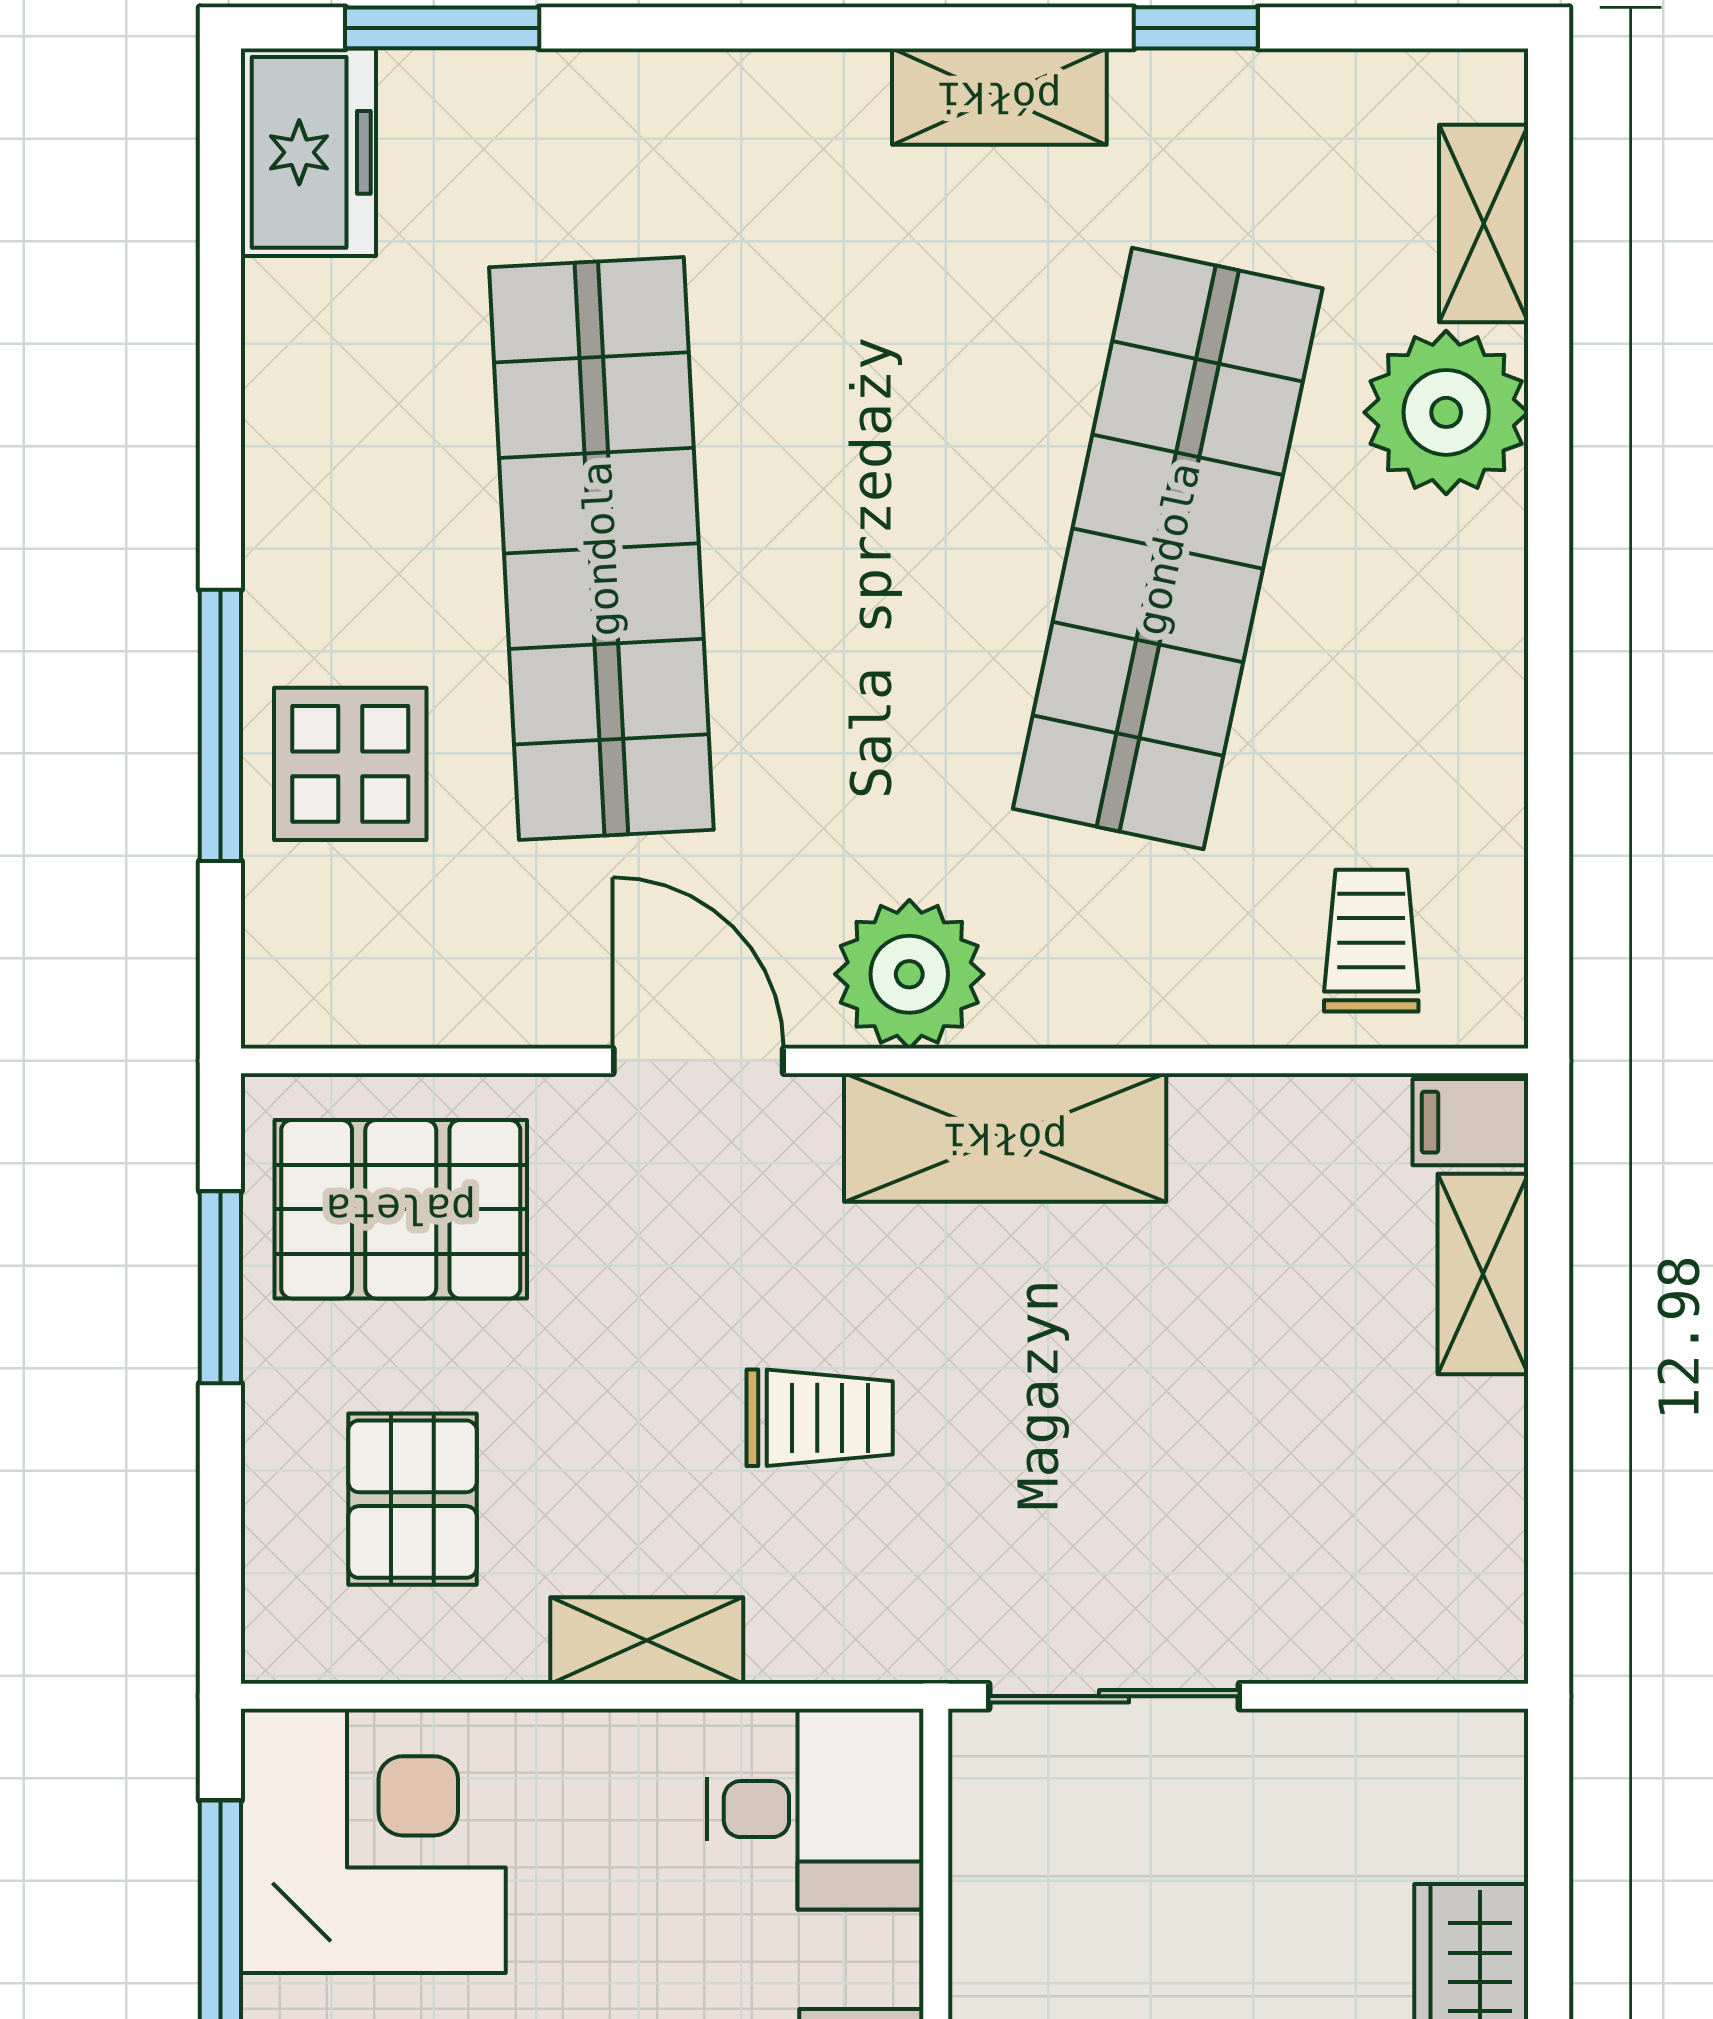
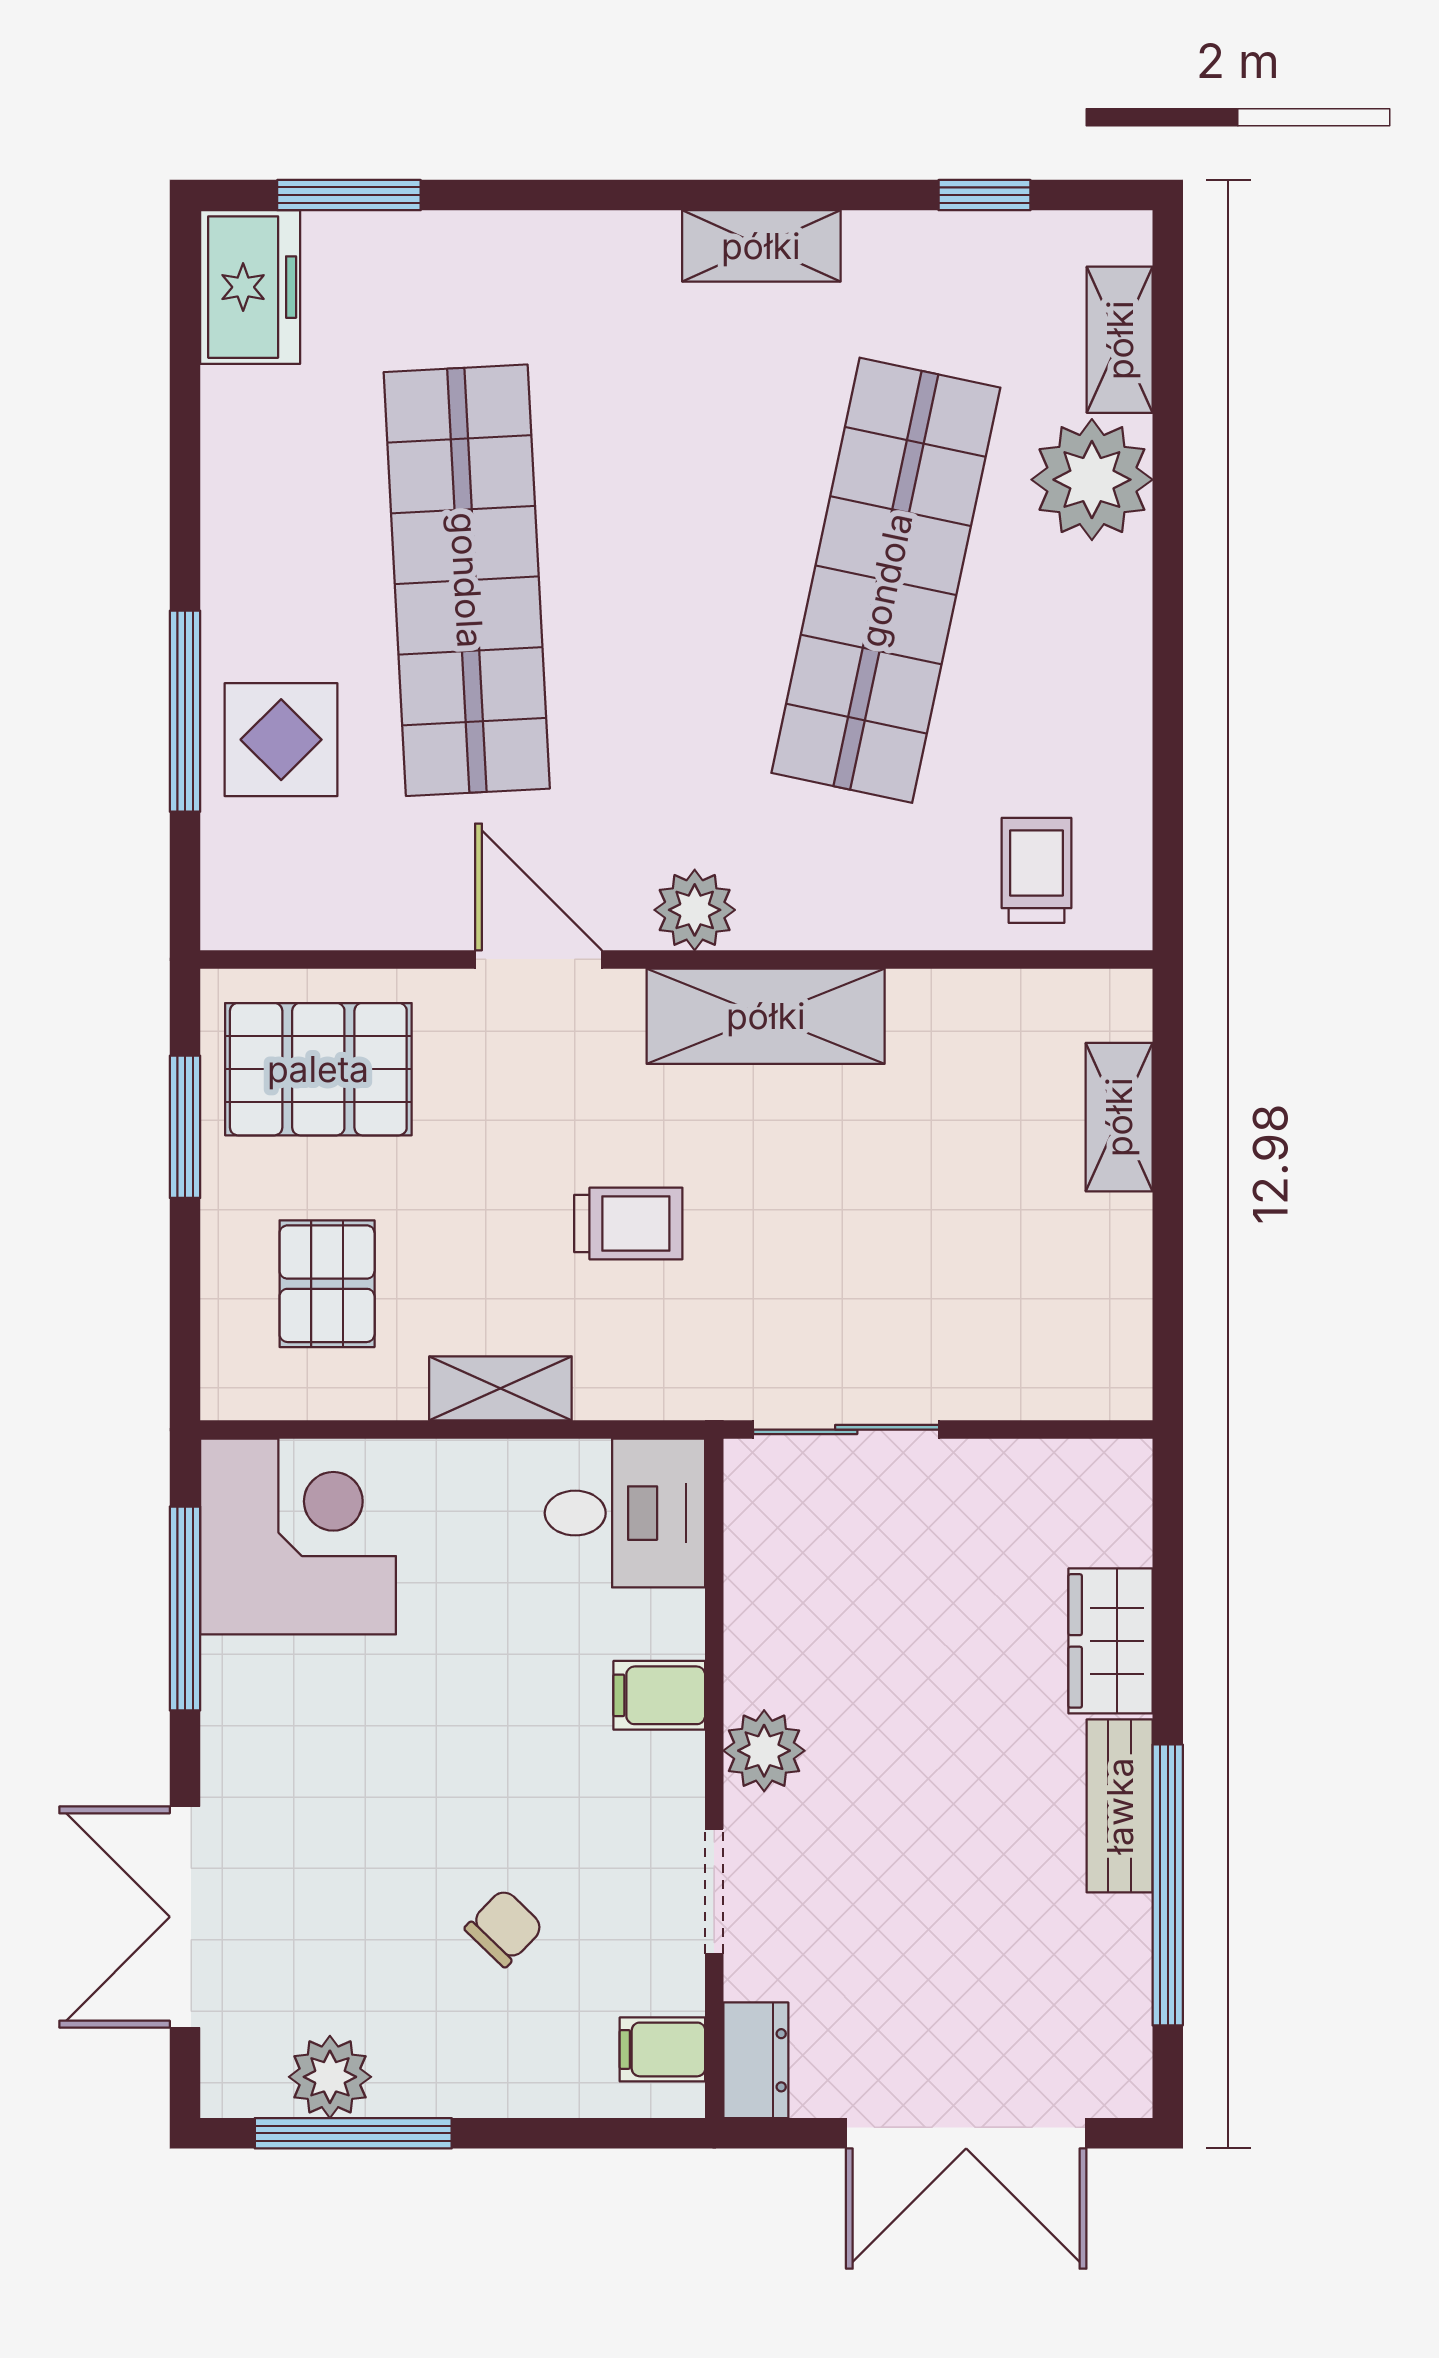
window: (1196, 28) -> (985, 195), moved
plant: (909, 974) -> (695, 910), width x0.73, depth x0.73
filing cabinet: (1470, 1122) -> (1110, 1005), removed

